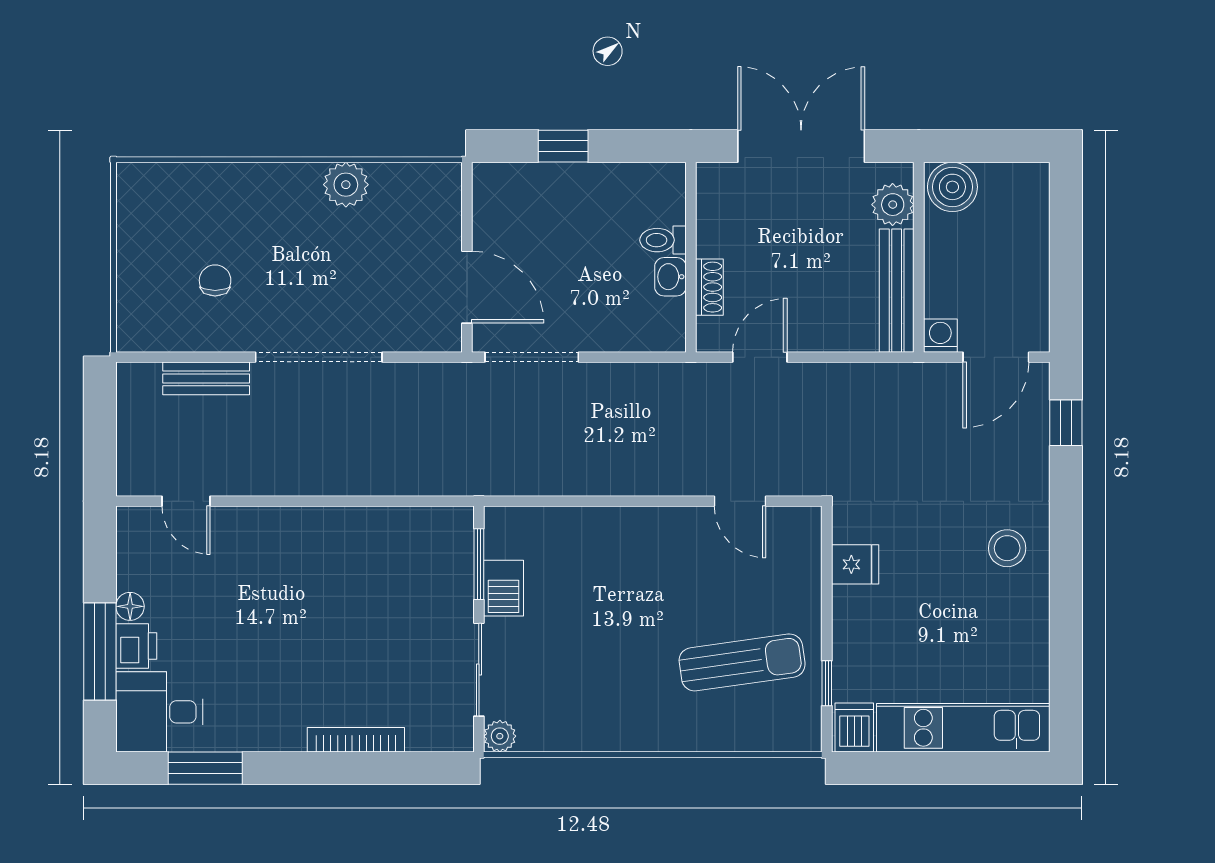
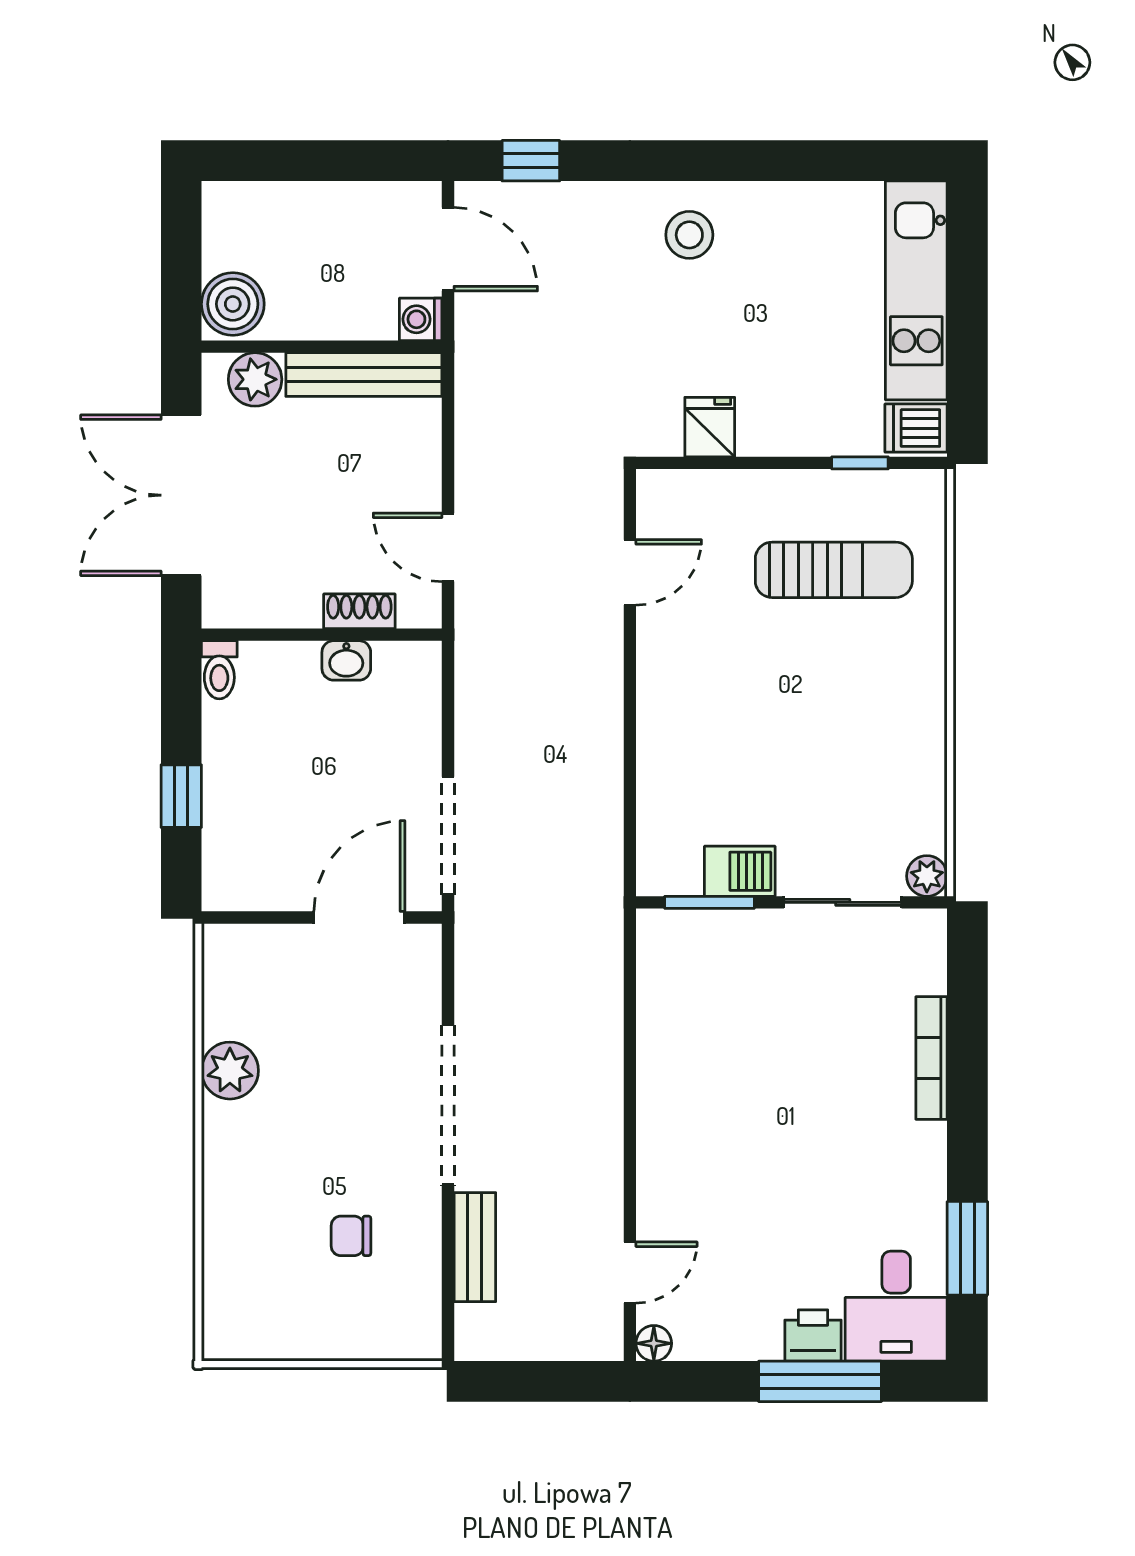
toilet: (663, 240) -> (219, 670), moved
floor lamp: (130, 606) -> (654, 1343), moved
sun lounger: (742, 662) -> (834, 570), turned 98

